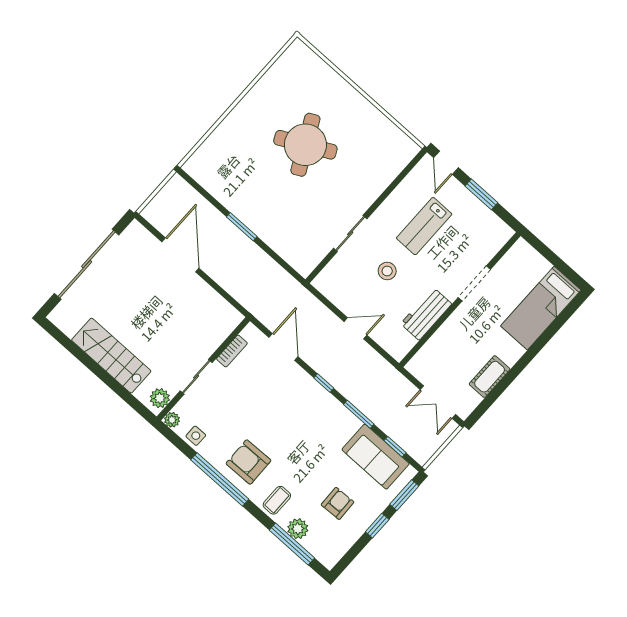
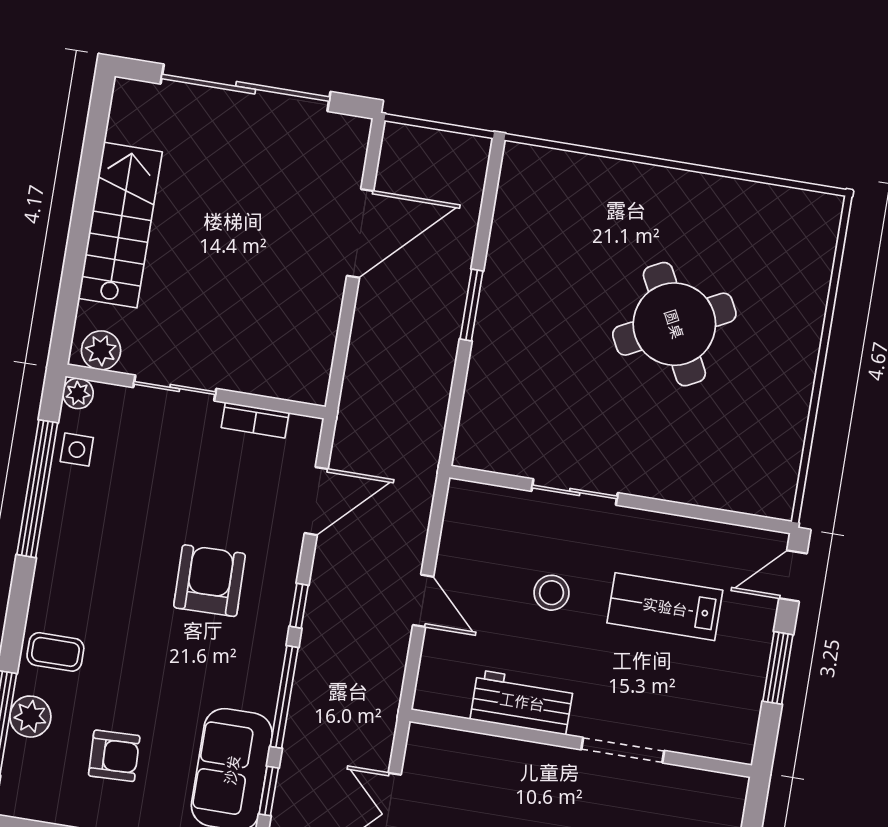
window: (359, 414) -> (284, 697), width x1.44
armchair: (248, 462) -> (210, 581), moved
window: (220, 479) -> (37, 489), moved

